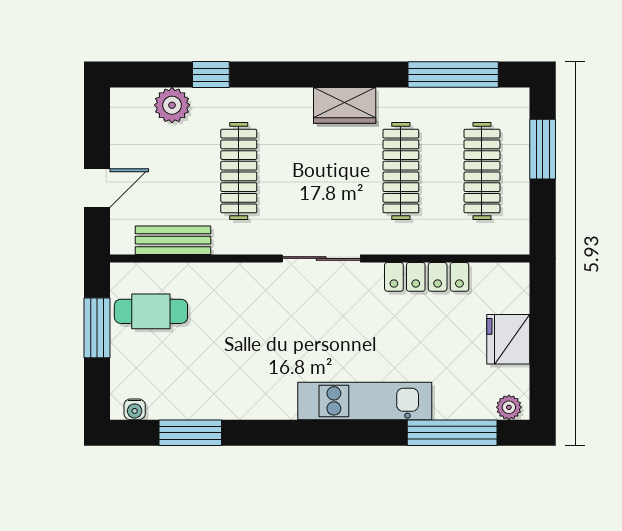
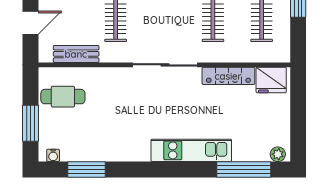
sliding door: (321, 258) -> (165, 65), width x1.37
window: (97, 328) -> (30, 123), moved
fridge: (508, 339) -> (271, 80), moved, turned -90

